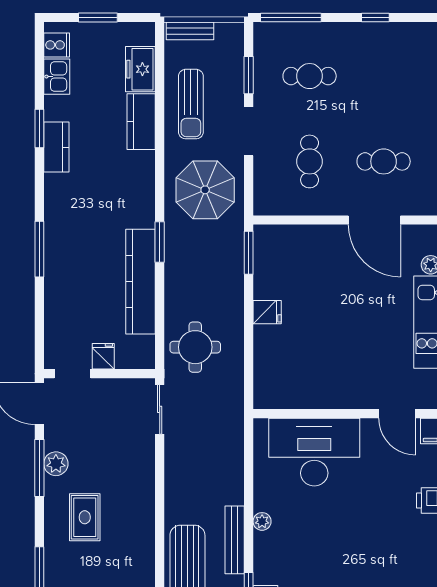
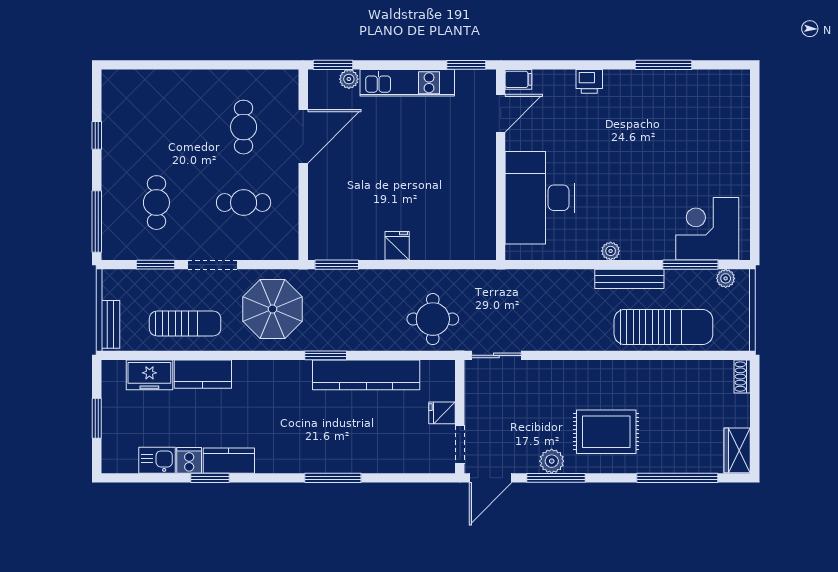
cooker: (57, 45) -> (189, 460), moved
rug: (85, 517) -> (606, 432), width x1.36, depth x1.43

